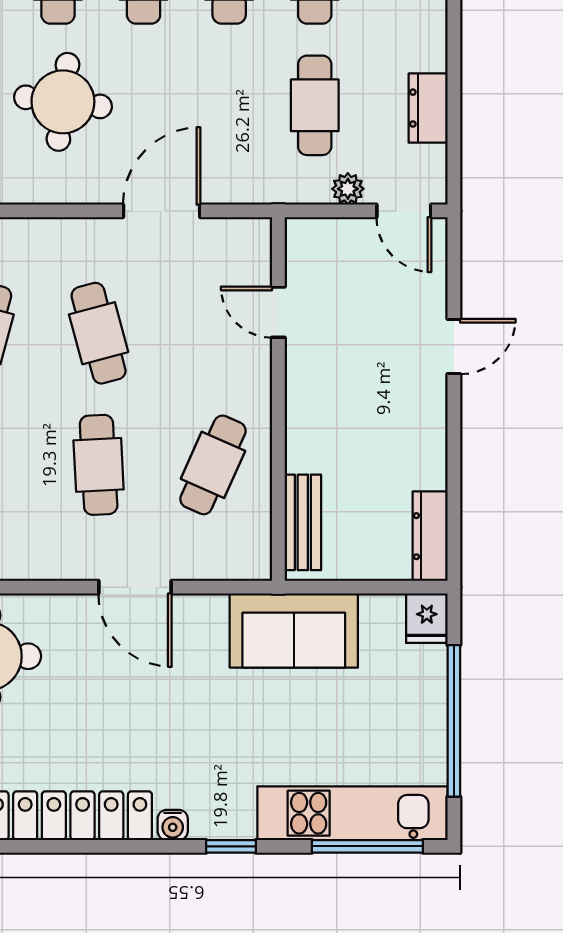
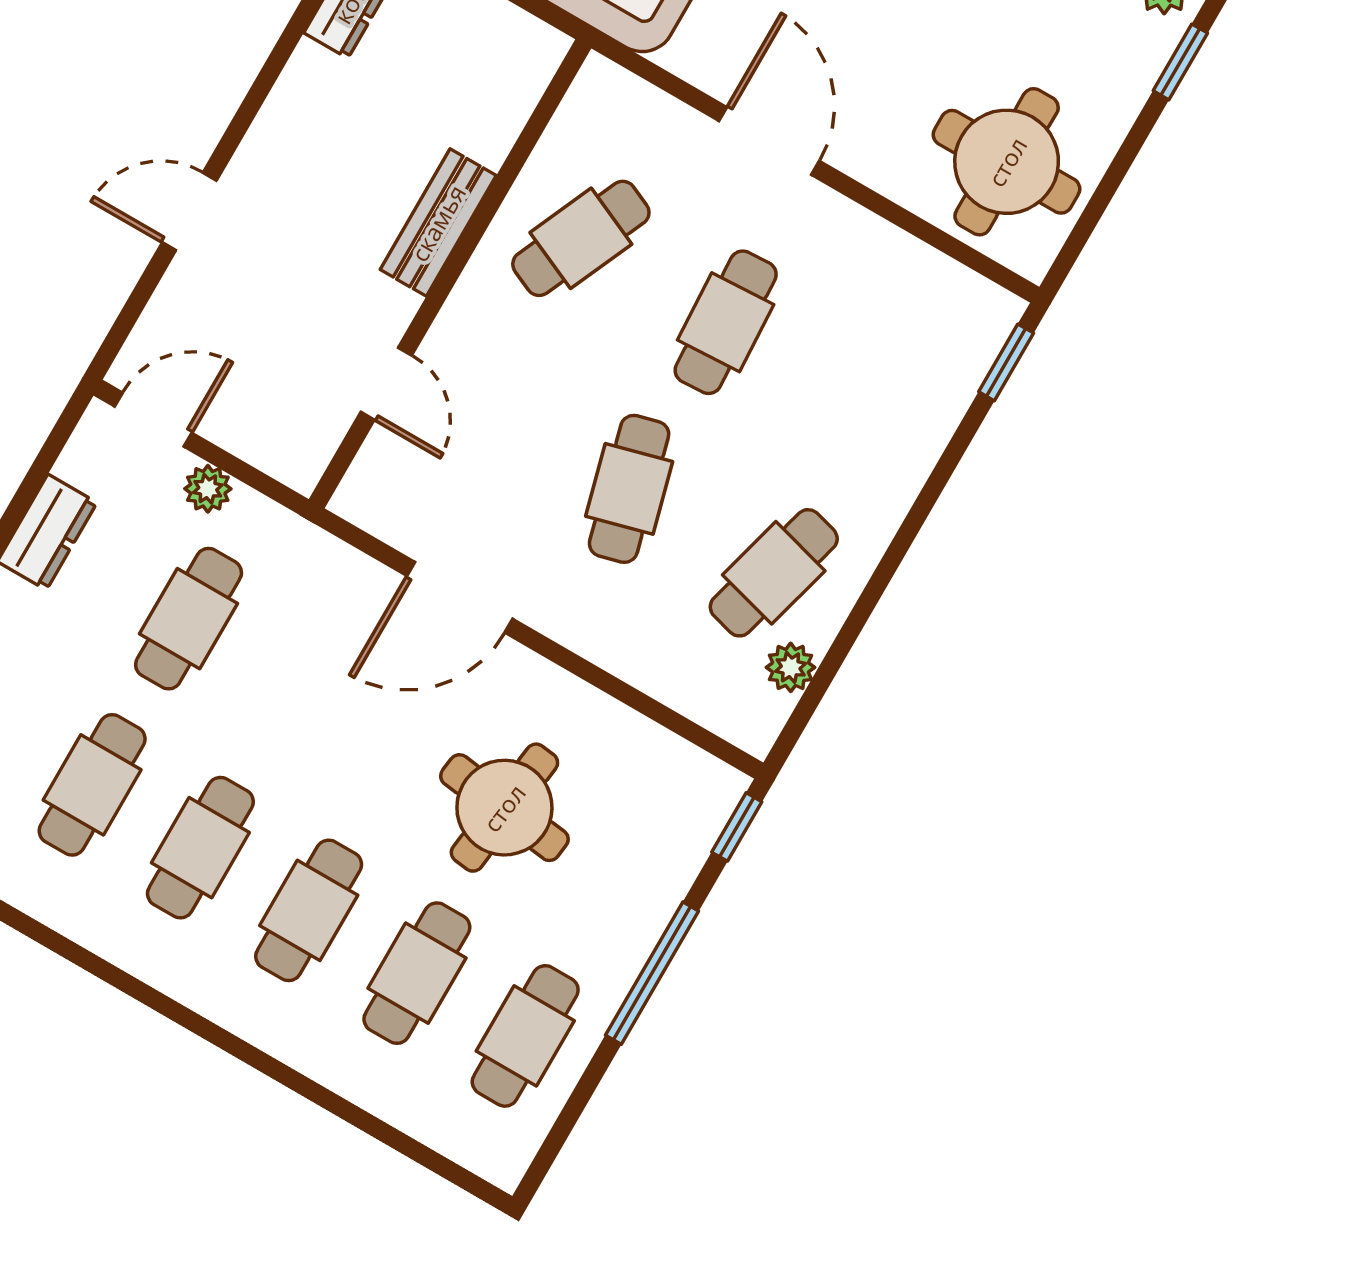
door: (404, 211) -> (153, 420), hinge flipped
bench: (303, 522) -> (438, 223), moved

